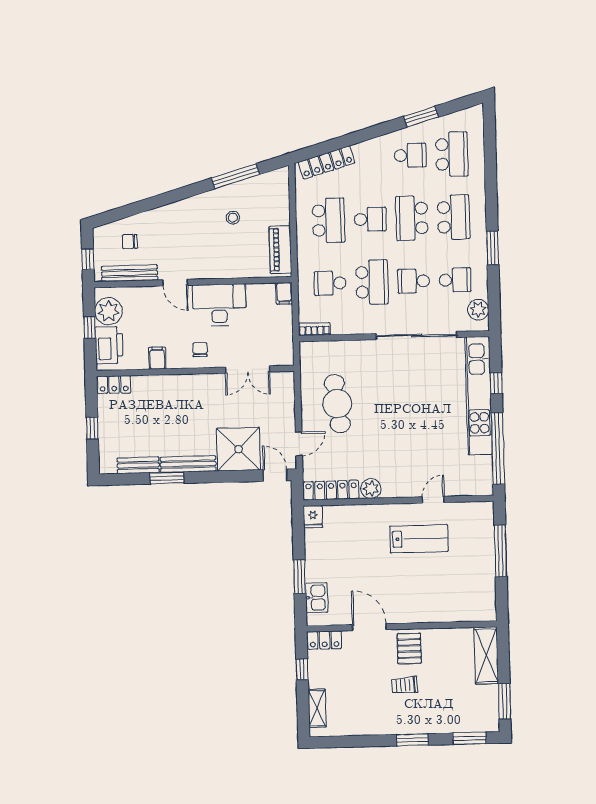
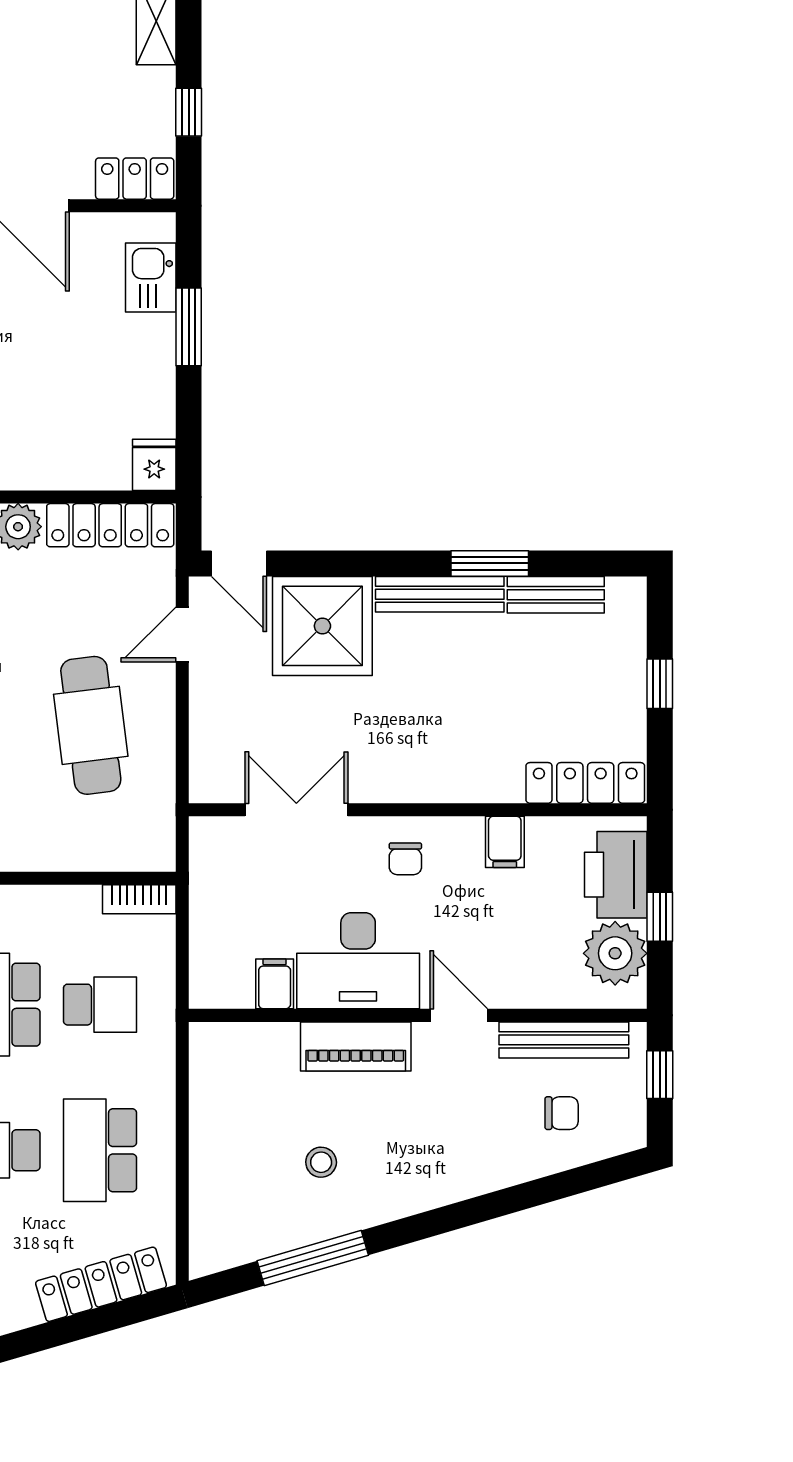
piano: (280, 250) -> (356, 1046), moved, turned 90
filing cabinet: (284, 293) -> (275, 984), moved
locker: (114, 385) -> (585, 783), width x1.53

